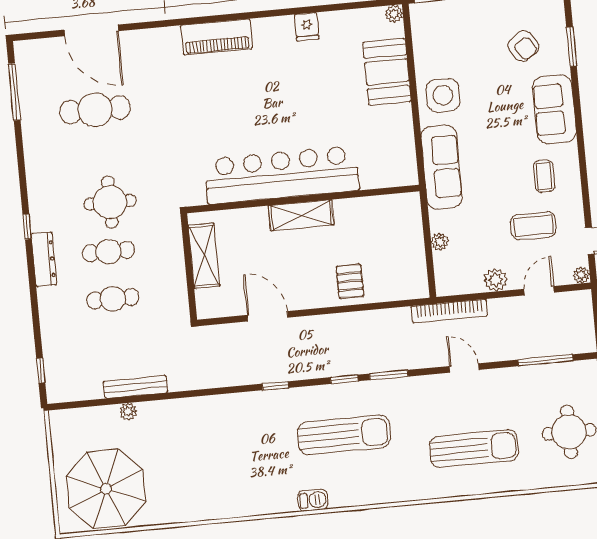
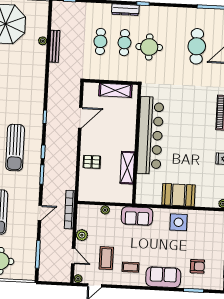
armchair: (524, 46) -> (197, 266), turned -145
booth: (387, 72) -> (178, 195), moved
sofa: (442, 167) -> (137, 216), width x0.73
shelving: (301, 215) -> (127, 168), moved

